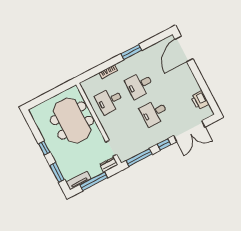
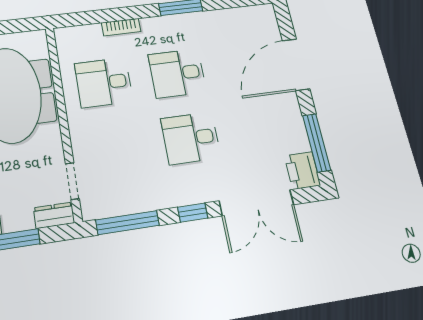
door: (184, 49) -> (296, 65), moved
window: (208, 96) -> (317, 143), added
printer: (200, 100) -> (302, 170), moved

